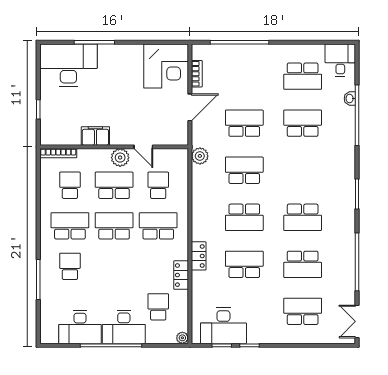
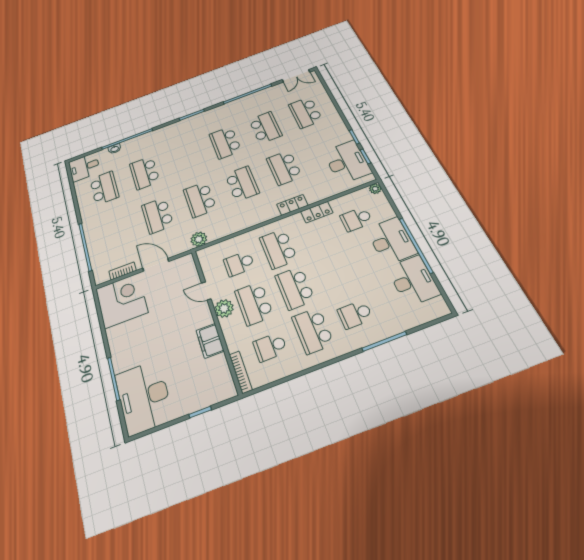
door: (143, 147) -> (206, 291), swing flipped
school desk: (303, 217) -> (225, 143), turned 180

